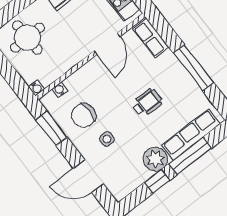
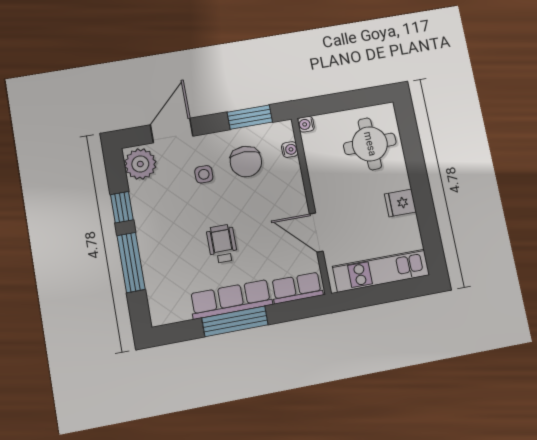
wheelchair: (147, 103) -> (222, 244), turned 180
chair: (83, 115) -> (246, 162), turned 180
row of seats: (191, 135) -> (231, 299), moved, turned -90
plant: (155, 159) -> (140, 164), moved

